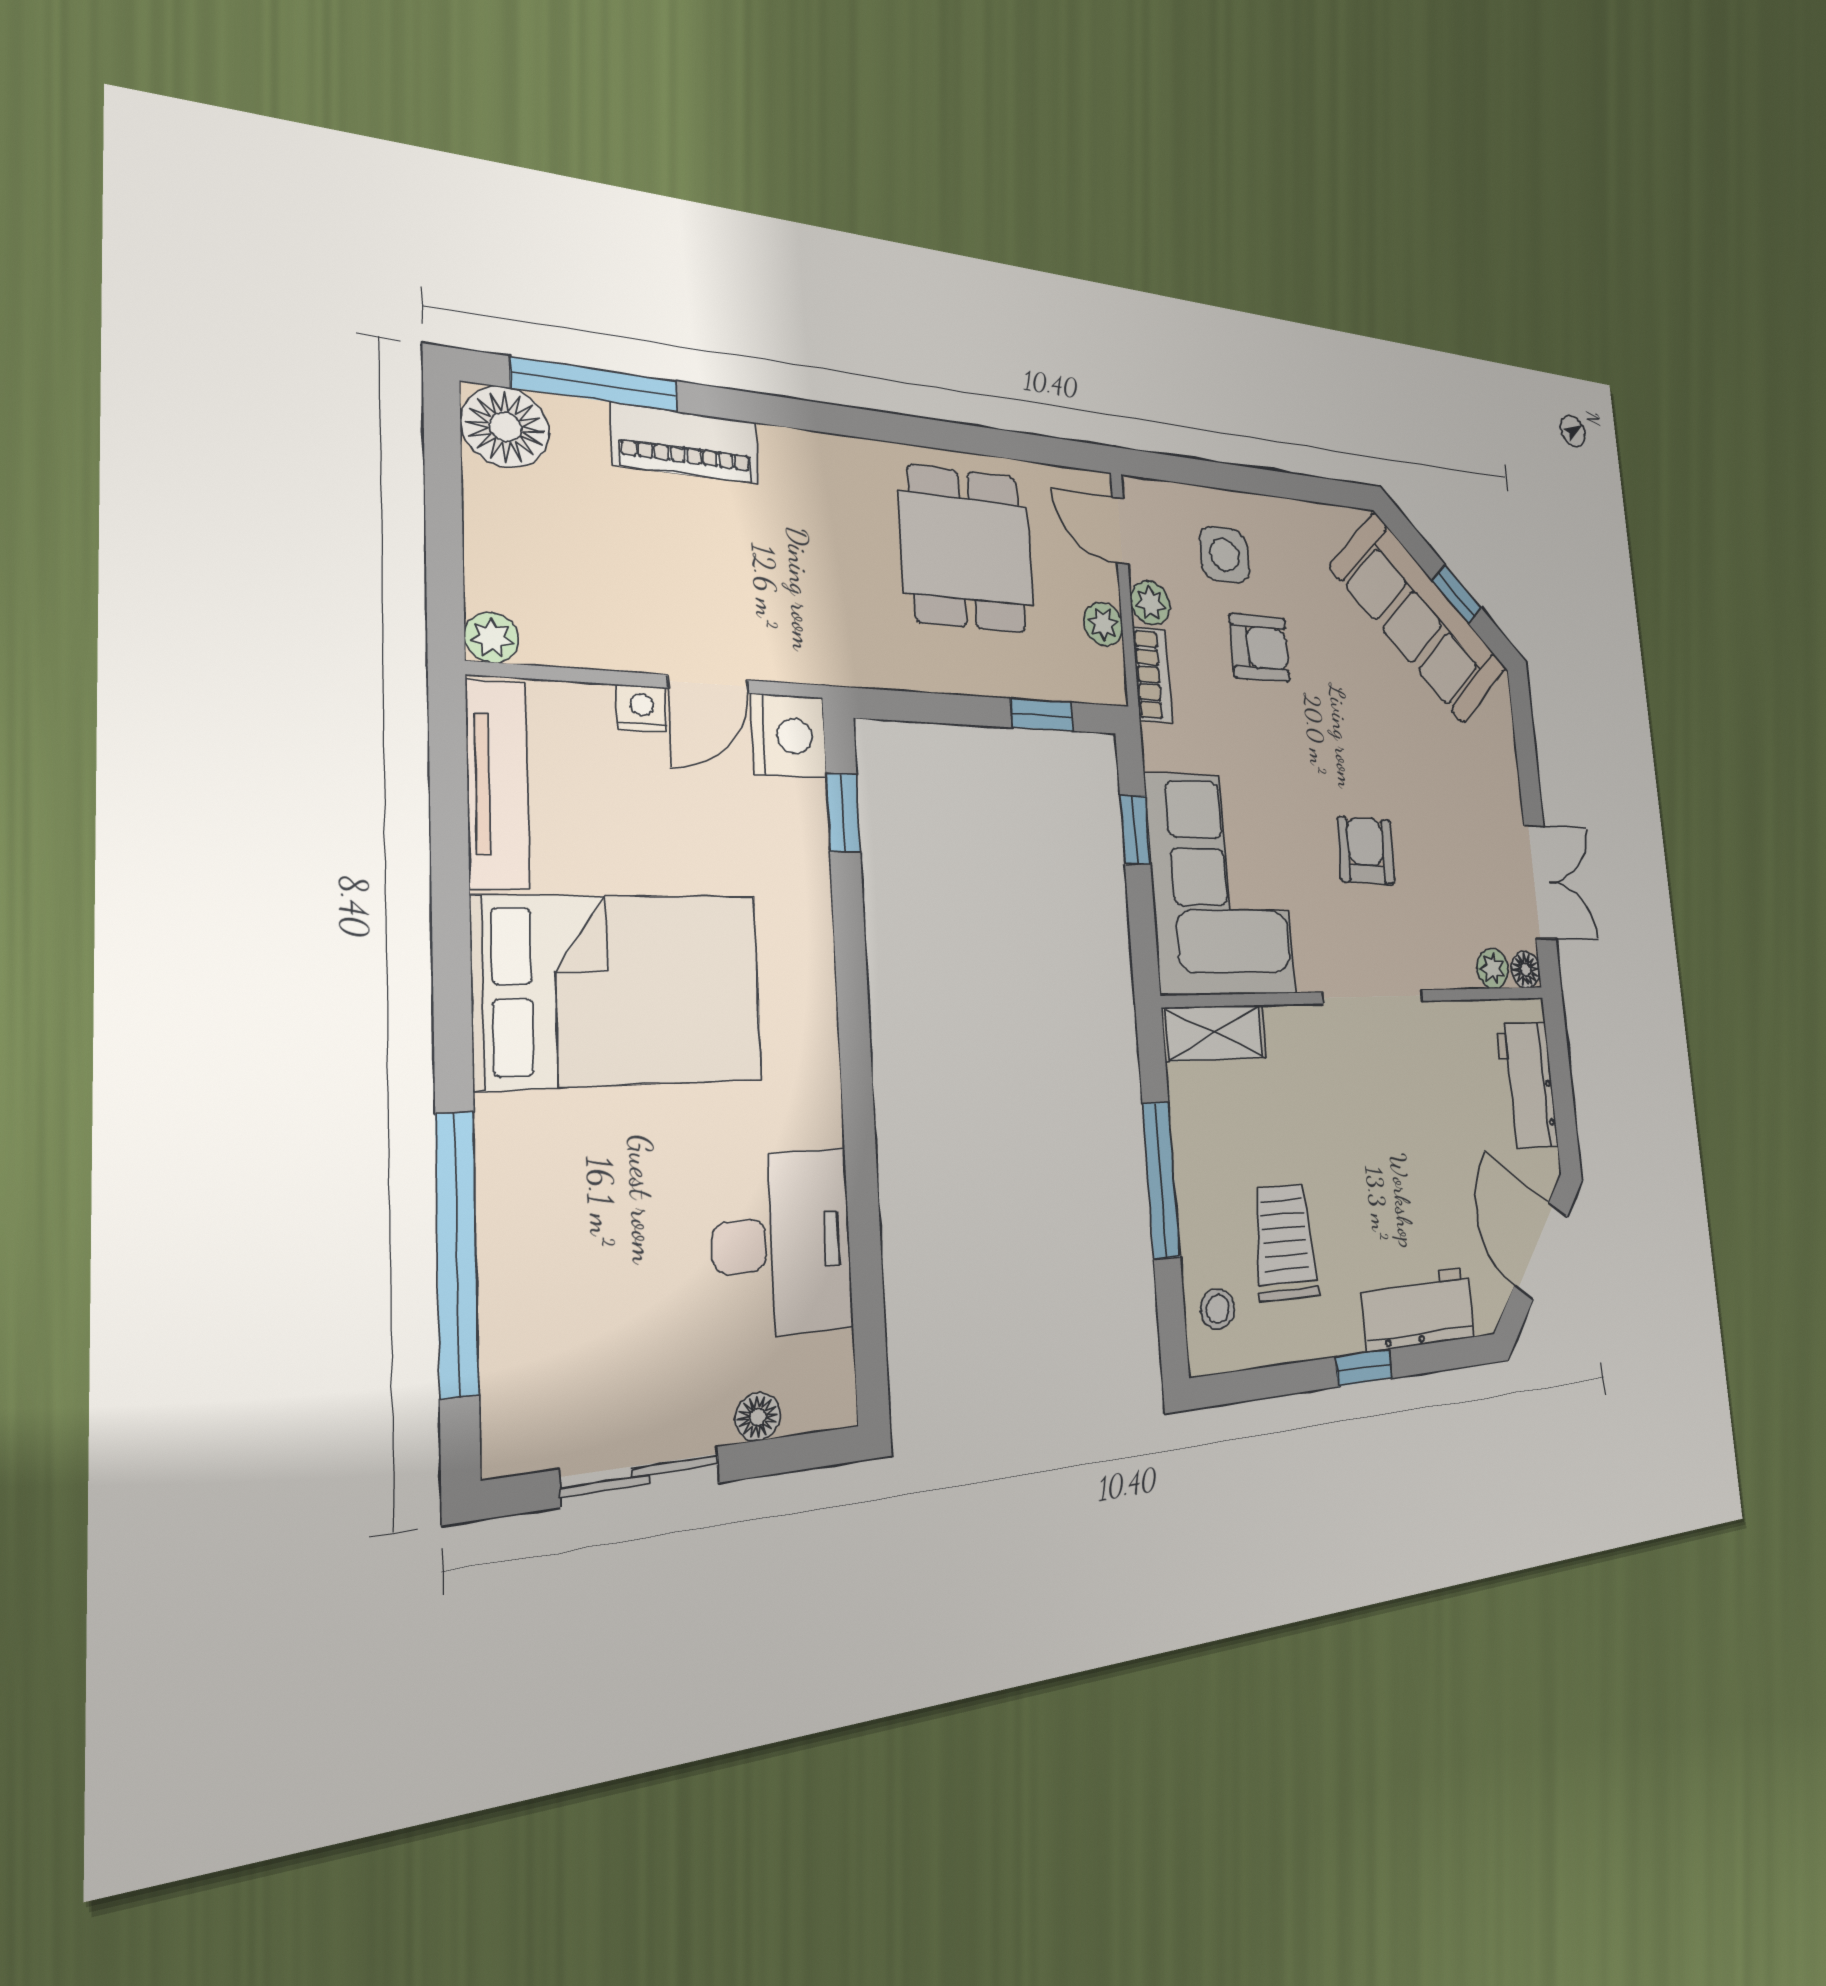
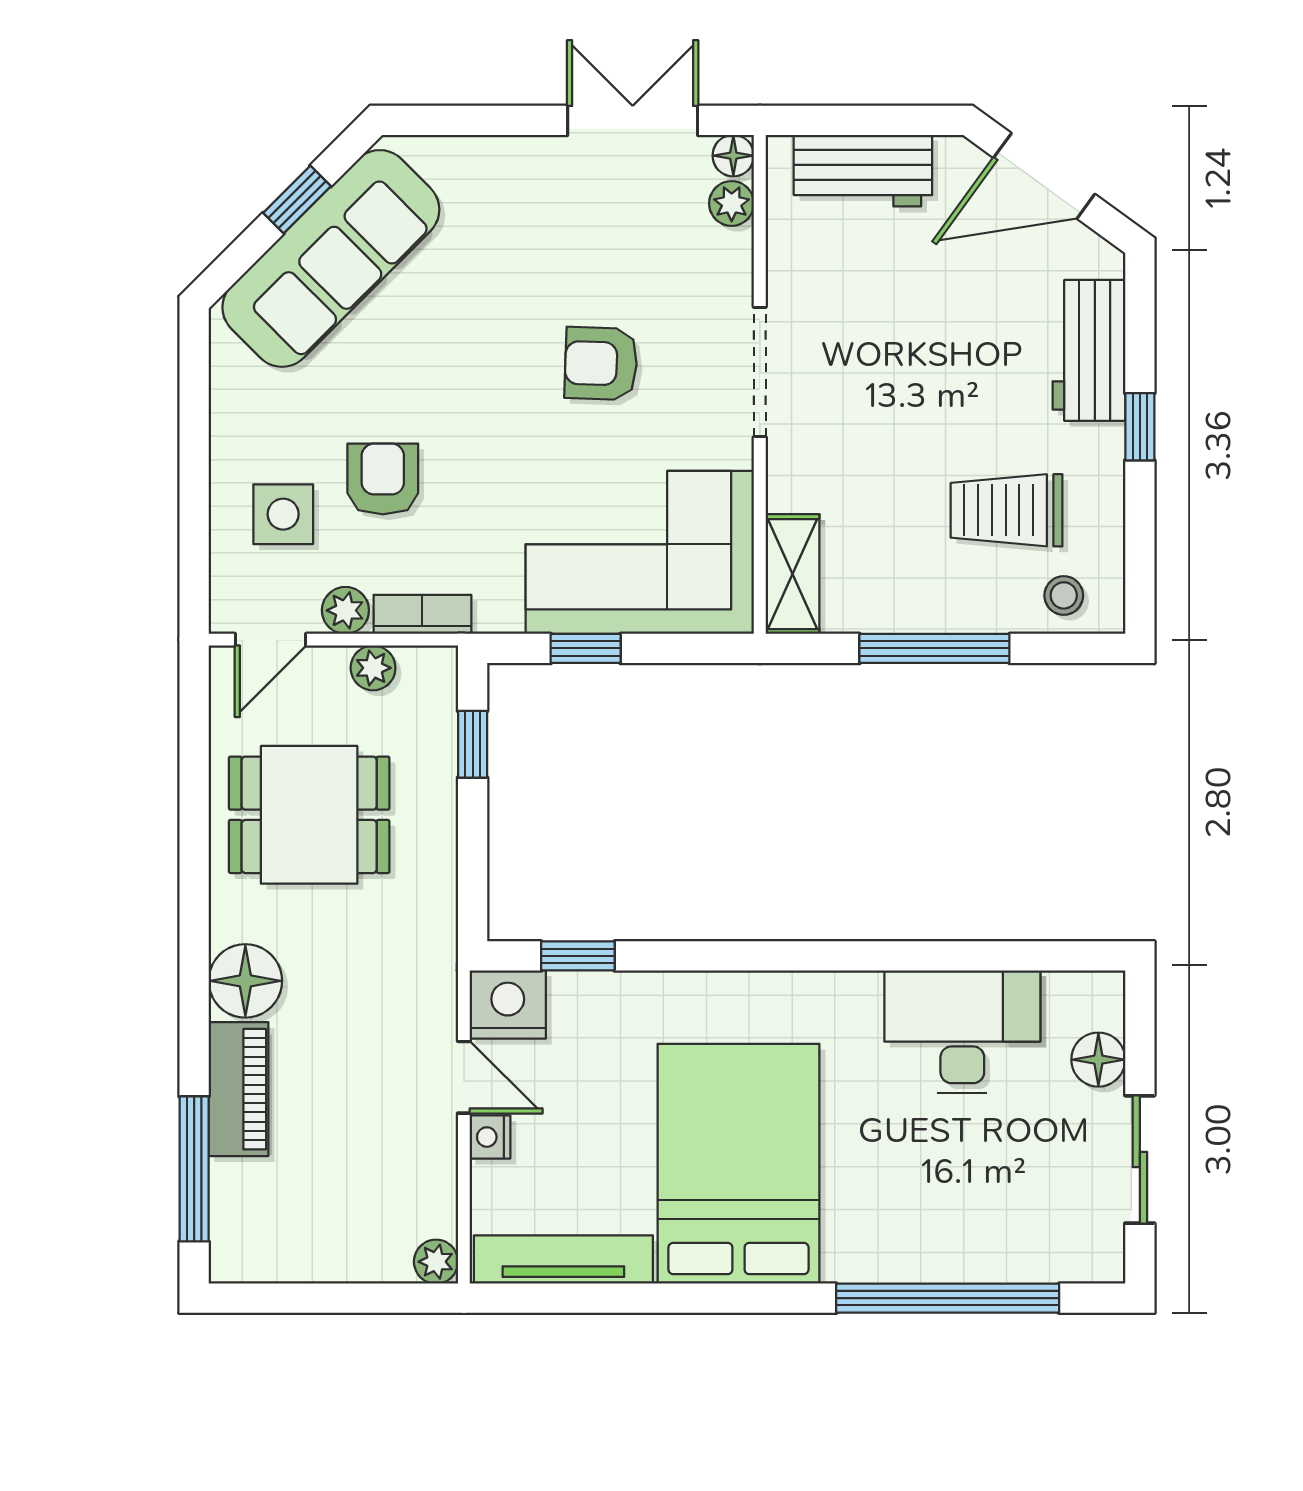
floor lamp: (505, 427) -> (245, 981), moved
floor lamp: (758, 1417) -> (1098, 1060), width x1.37, depth x1.37

